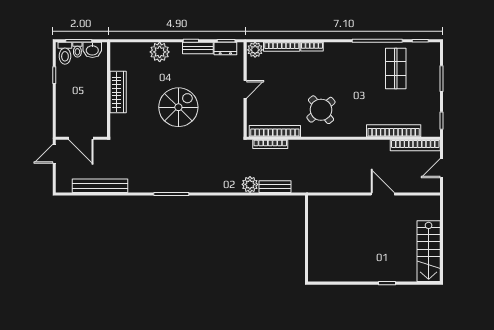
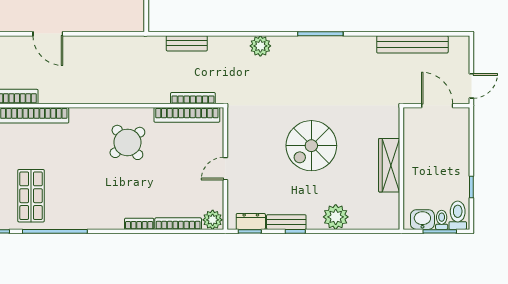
plant: (250, 184) -> (260, 46), moved

